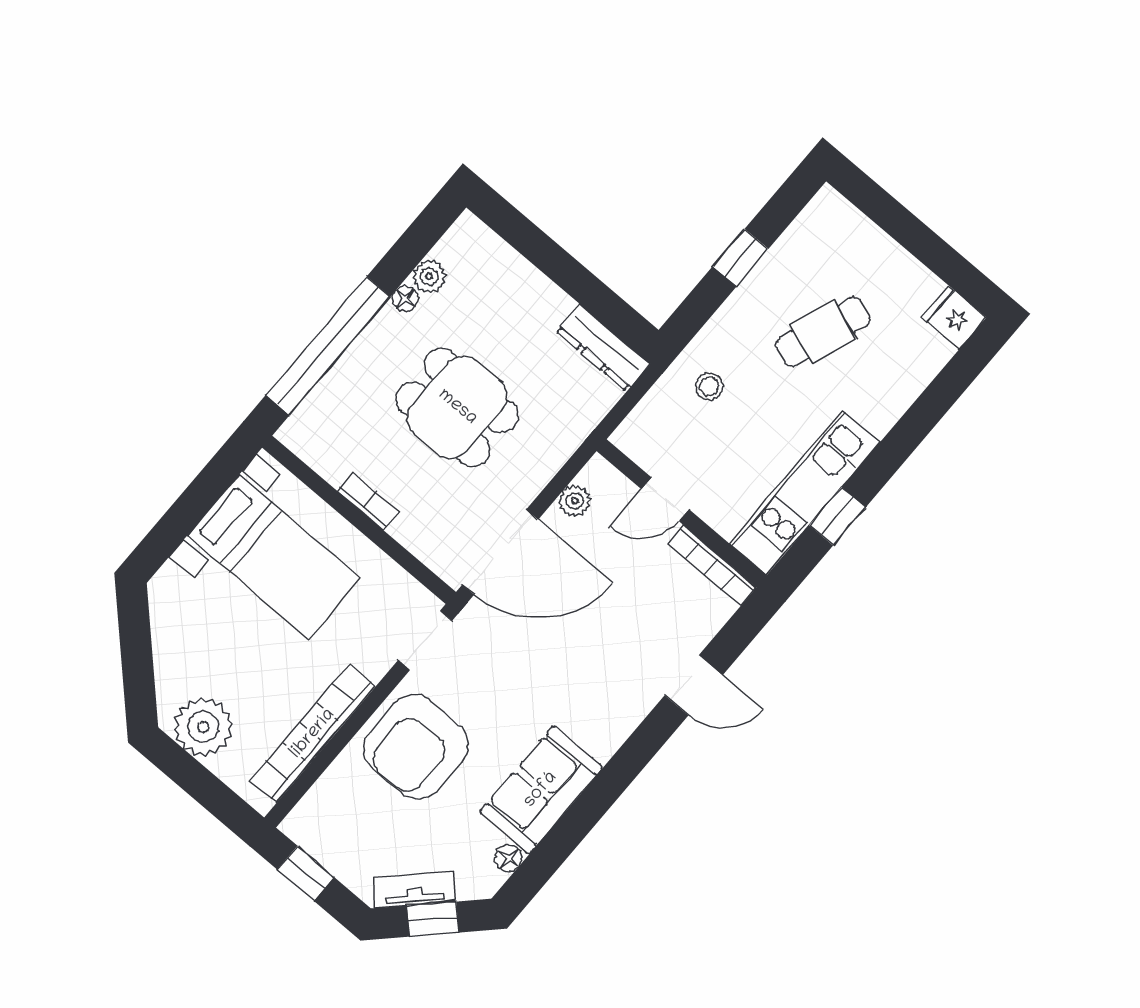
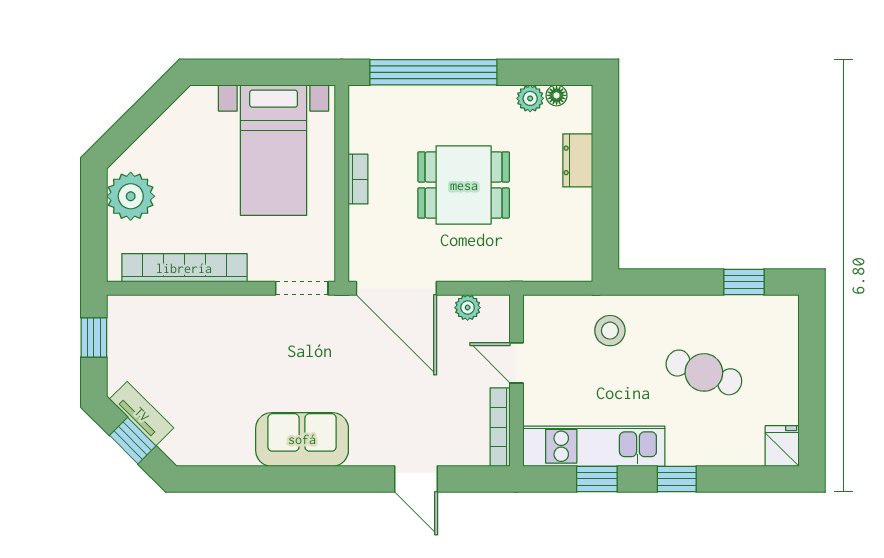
window: (741, 258) -> (744, 282), moved
floor lamp: (405, 299) -> (557, 95), moved
dresser: (603, 347) -> (578, 160), moved, width x0.70
stool: (709, 386) -> (610, 331), width x1.37, depth x1.37
dining table: (457, 407) -> (464, 185), turned 90
window: (901, 442) -> (677, 479), added
armchair: (416, 747) -> (231, 339), removed
sofa: (541, 790) -> (302, 439), moved
floor lamp: (509, 858) -> (211, 455), removed

